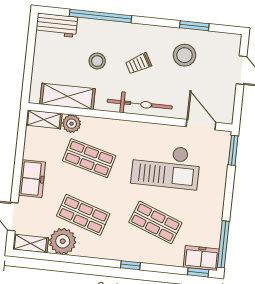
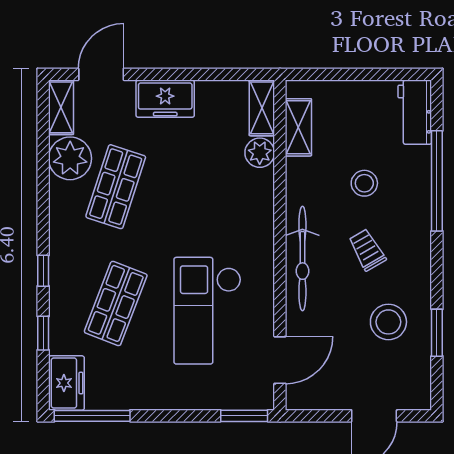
shelving: (68, 96) -> (298, 127), width x0.67, depth x0.75
shop shelf: (89, 158) -> (207, 187), removed
window: (198, 272) -> (43, 333), moved

